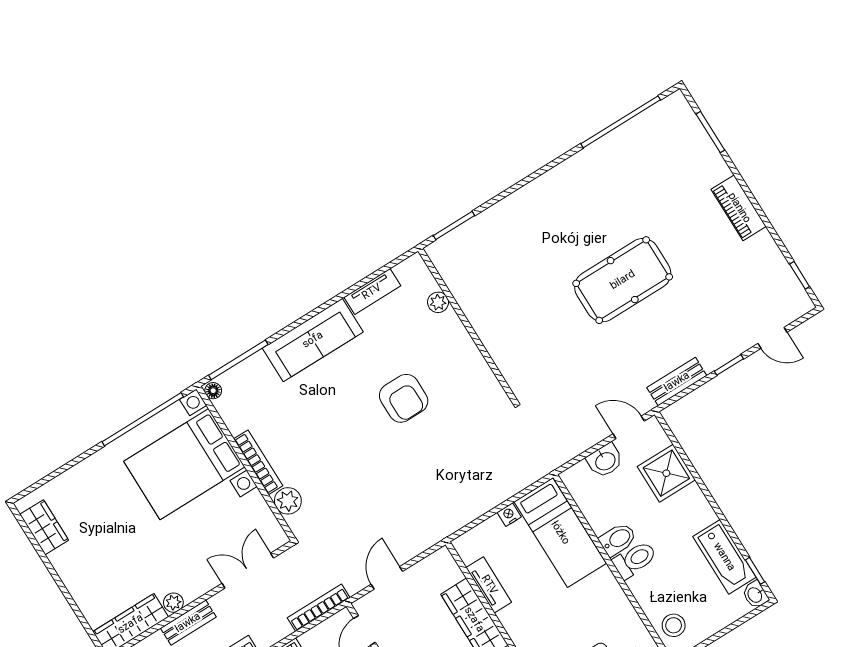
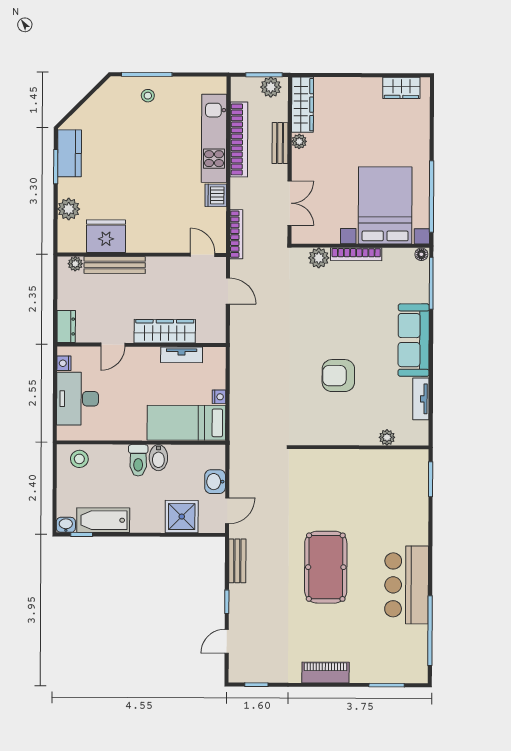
bar counter: (587, 179) -> (407, 585), added

